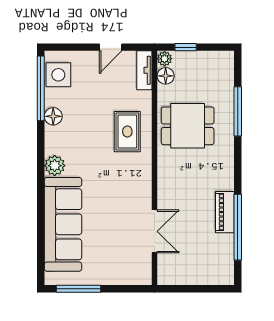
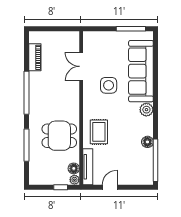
tv unit: (144, 70) -> (88, 167), width x1.41
side table: (58, 75) -> (109, 85), moved
piano: (225, 212) -> (35, 57), moved
window: (238, 227) -> (26, 93), moved

